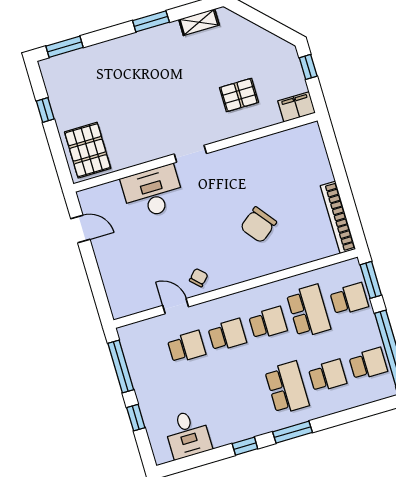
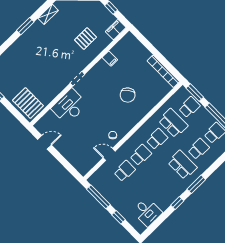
filing cabinet: (261, 149) -> (110, 59), added

